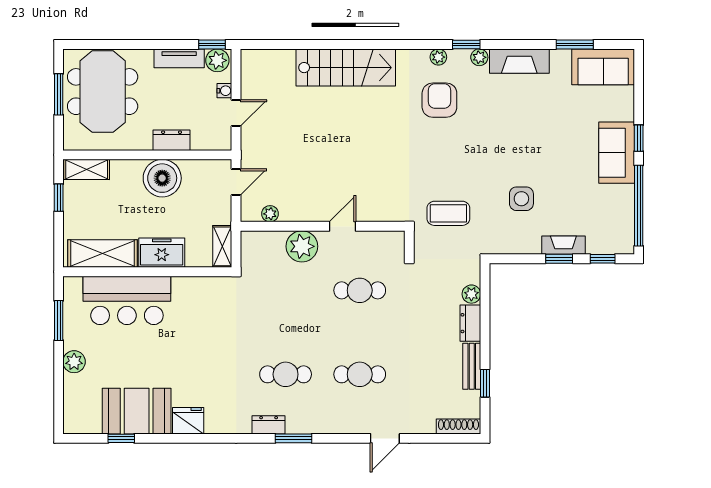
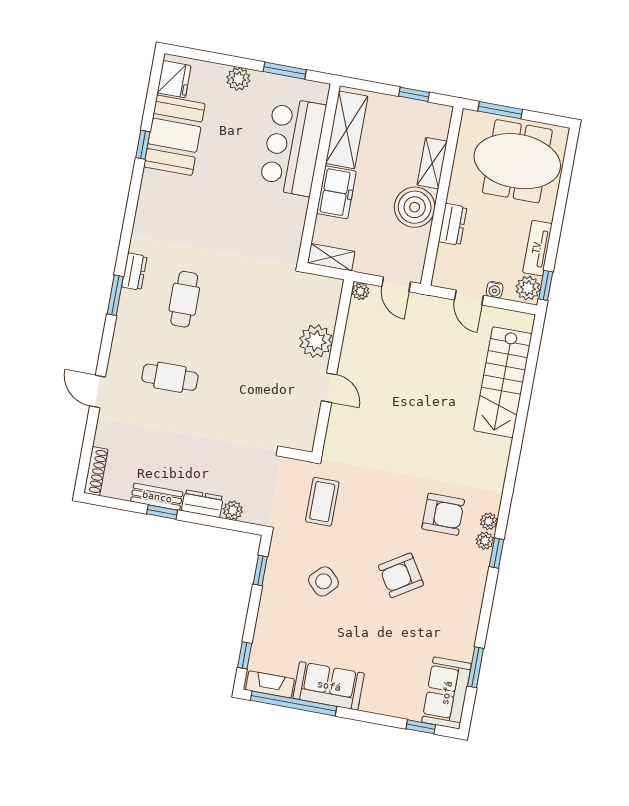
plant: (479, 57) -> (485, 541), moved
fireplace: (519, 61) -> (469, 606), removed
stairs: (346, 68) -> (503, 382), moved
window: (59, 94) -> (500, 110), moved
armchair: (503, 129) -> (401, 575), added
window: (639, 138) -> (421, 727), moved
sofa: (617, 153) -> (329, 686), moved
shelving: (87, 169) -> (432, 163), moved
side table: (521, 199) -> (324, 581), turned 45
plant: (270, 214) -> (360, 291), moved
fireplace: (563, 245) -> (270, 684), moved, turned -90
window: (559, 259) -> (260, 570), moved
cafe table: (360, 290) -> (258, 393), removed
cafe table: (360, 374) -> (170, 377), turned 90
window: (485, 383) -> (162, 512), moved
fridge: (188, 421) -> (174, 79), moved
window: (121, 438) -> (143, 145), moved

